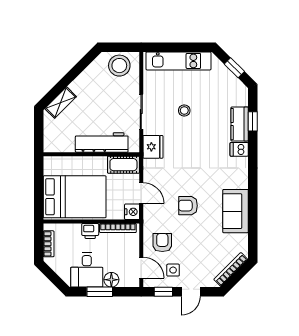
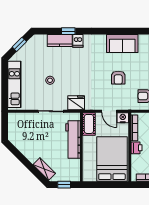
stool: (119, 66) -> (18, 127), removed
window: (253, 121) -> (68, 31), moved
window: (39, 130) -> (64, 185), added
door: (141, 193) -> (109, 111), swing flipped

